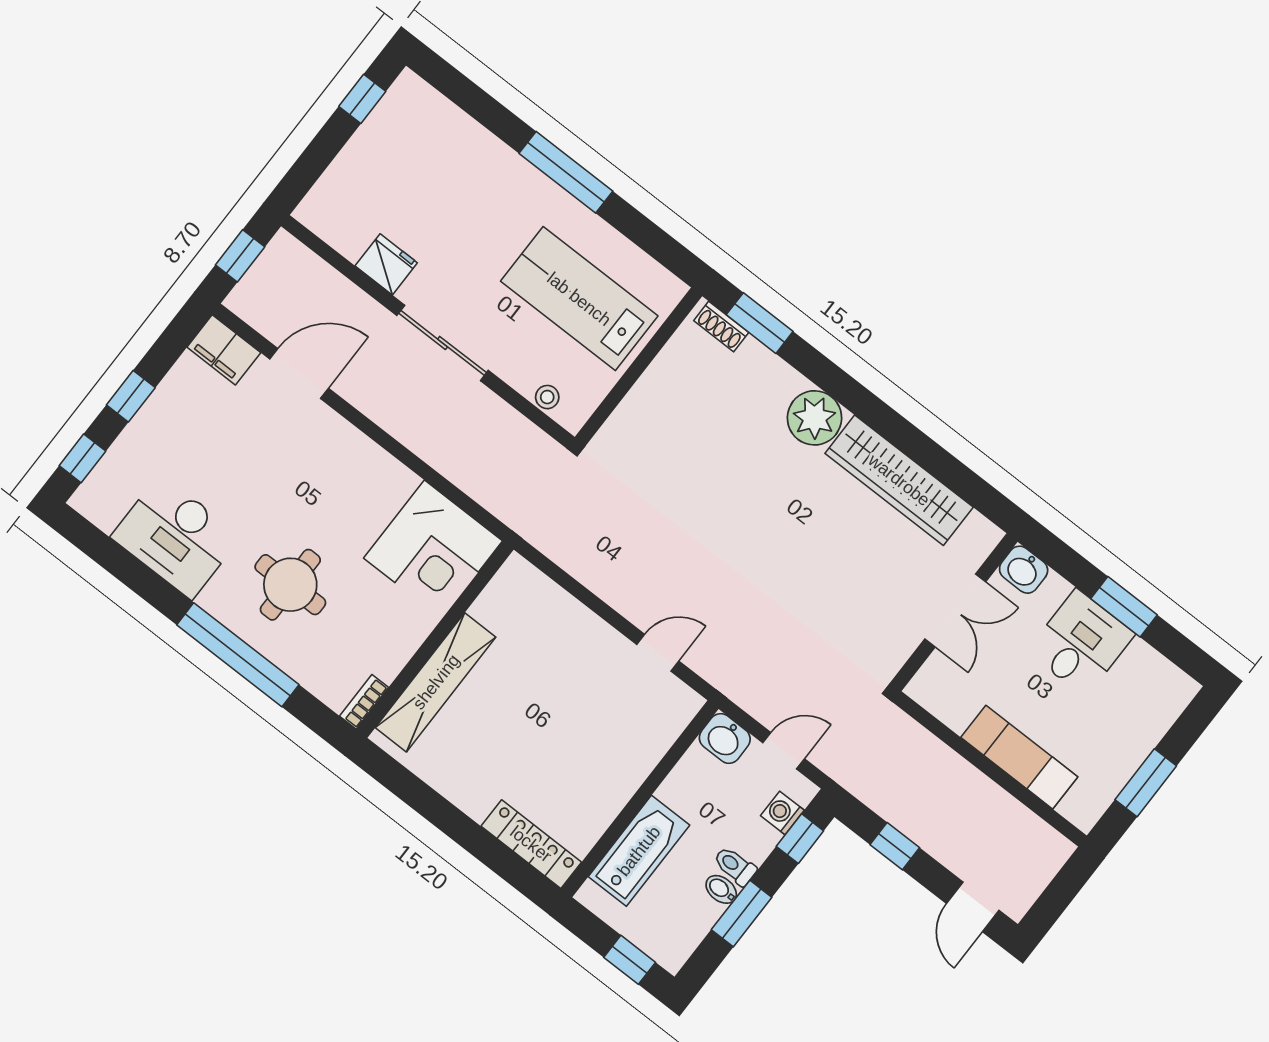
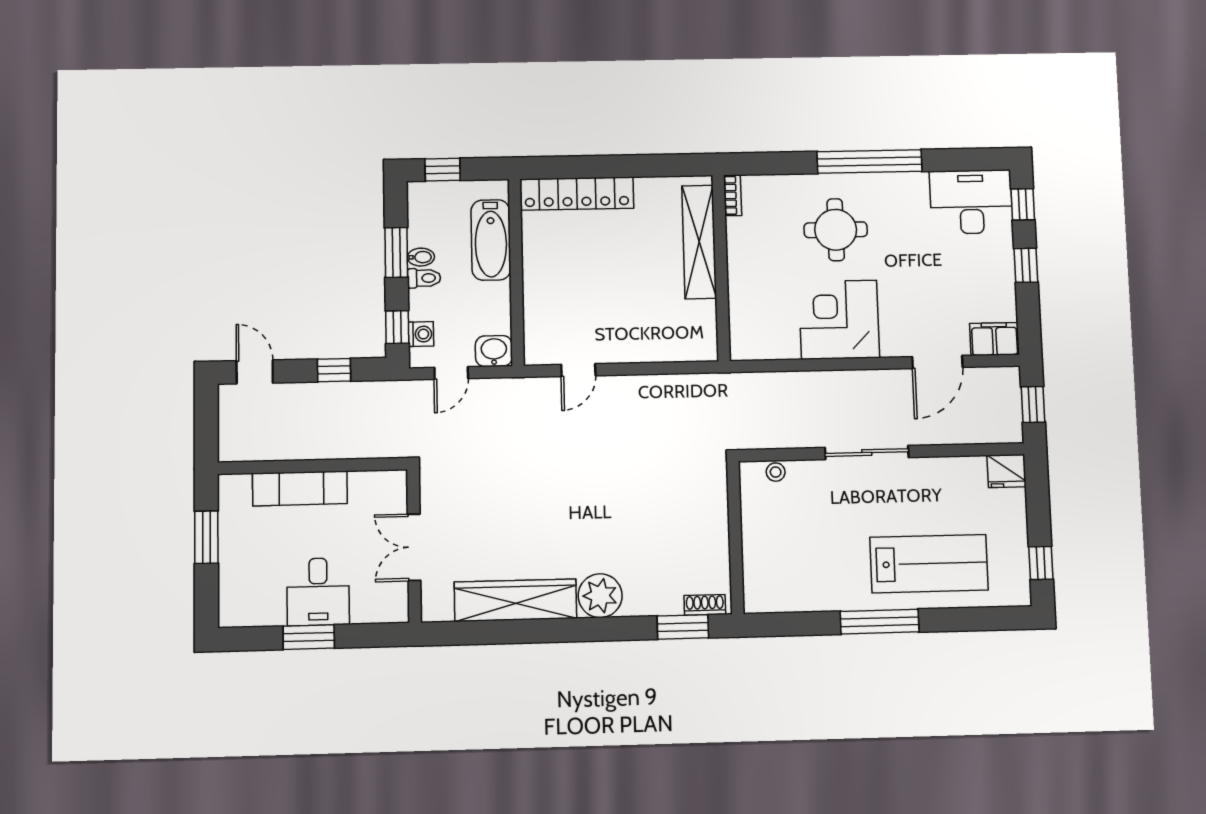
fridge: (386, 264) -> (1006, 471), moved
lab bench: (579, 299) -> (929, 564), moved
desk: (176, 537) -> (971, 202), moved
corner desk: (433, 550) -> (839, 320), moved
washbasin: (1024, 570) -> (391, 608), removed
window: (238, 655) -> (869, 161), moved
locker: (531, 844) -> (577, 194), width x1.41, depth x1.21

